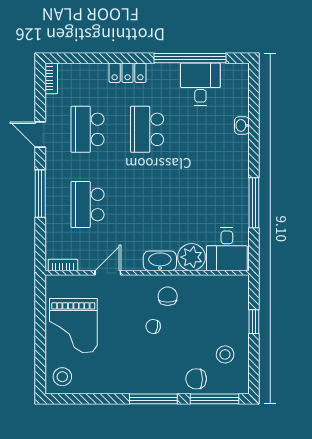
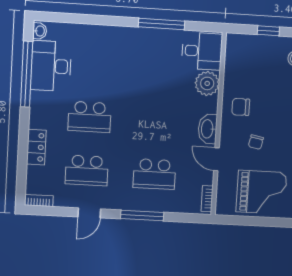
locker: (128, 73) -> (36, 147), moved
desk: (200, 84) -> (51, 66), width x1.37
washbasin: (242, 125) -> (40, 31), moved, turned -90
washbasin: (160, 261) -> (208, 129), moved
chair: (153, 326) -> (256, 142), moved

